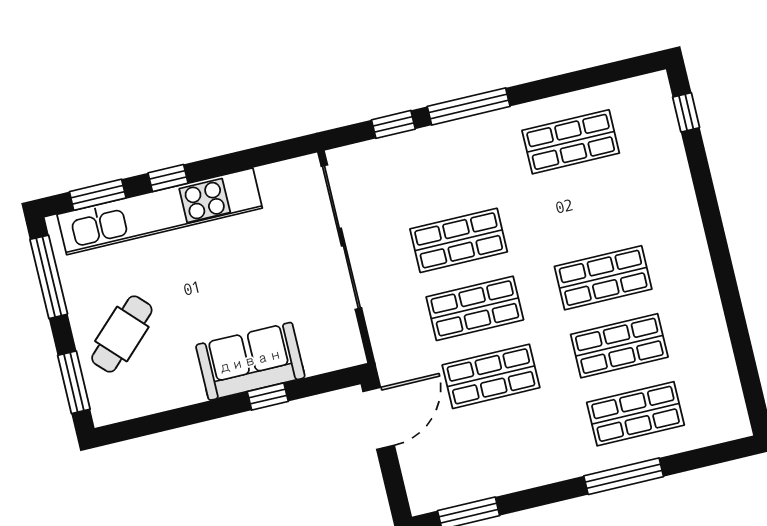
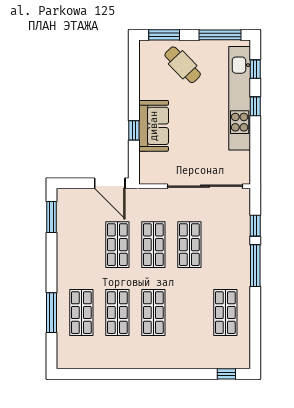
window: (98, 195) -> (255, 69), width x0.67
window: (624, 476) -> (51, 313), moved

